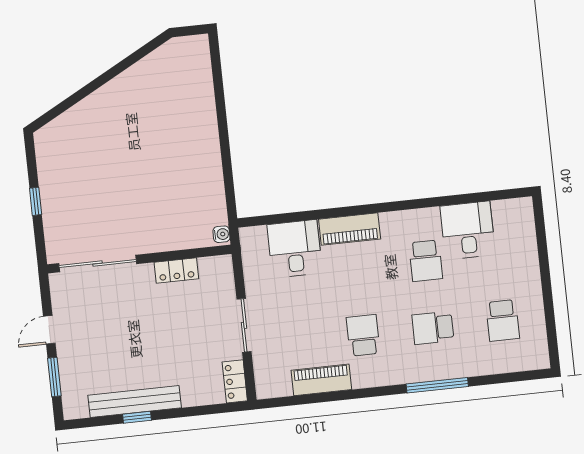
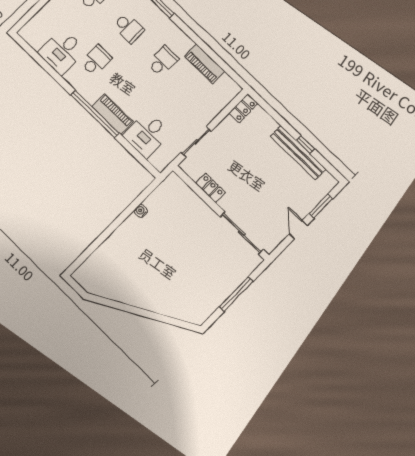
window: (36, 201) -> (236, 294), width x2.17
window: (366, 209) -> (95, 114), added
water cooler: (221, 234) -> (141, 211), moved
sliding door: (244, 325) -> (196, 142), moved
door: (49, 330) -> (298, 230), swing flipped
school desk: (363, 335) -> (163, 61), turned 180

